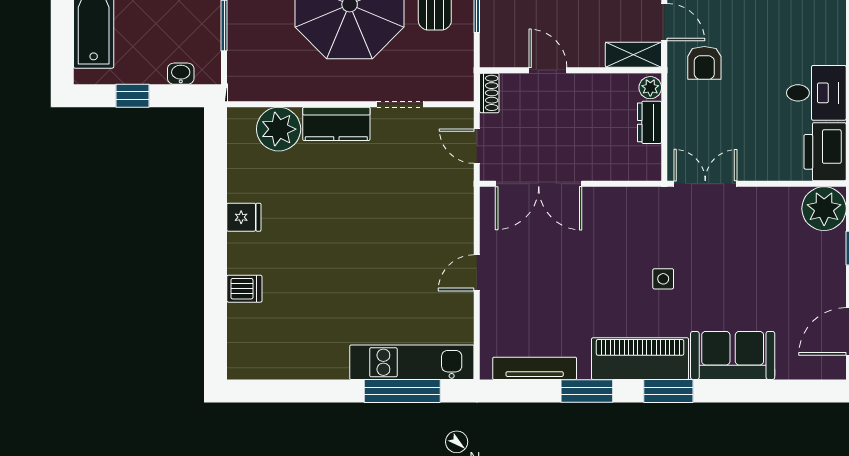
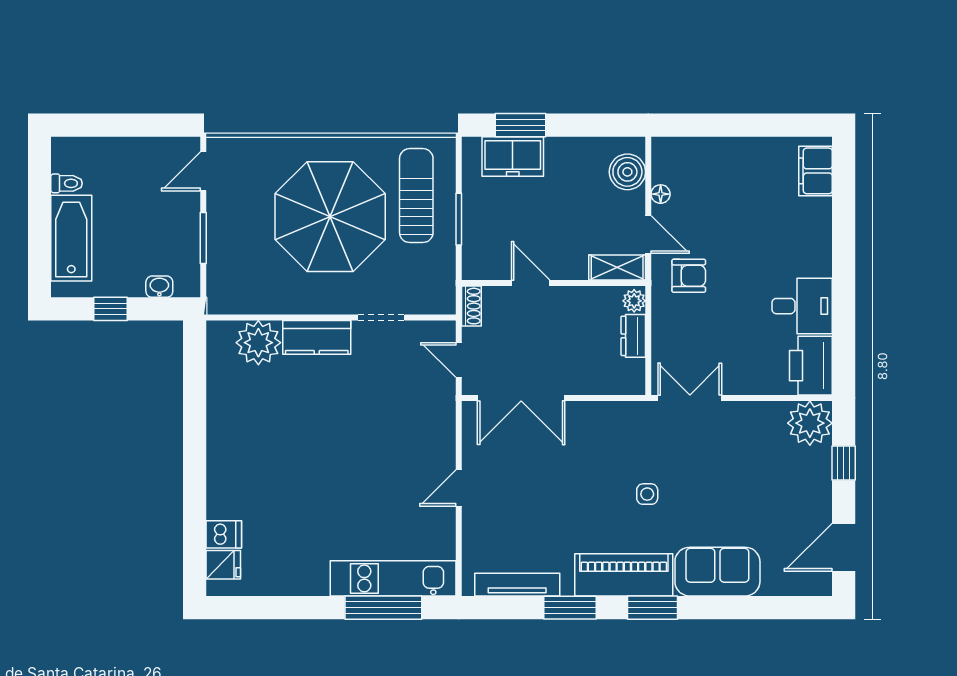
armchair: (704, 63) -> (689, 276), turned -90
fridge: (244, 217) -> (223, 565), moved
dishwasher: (244, 289) -> (224, 534), moved

